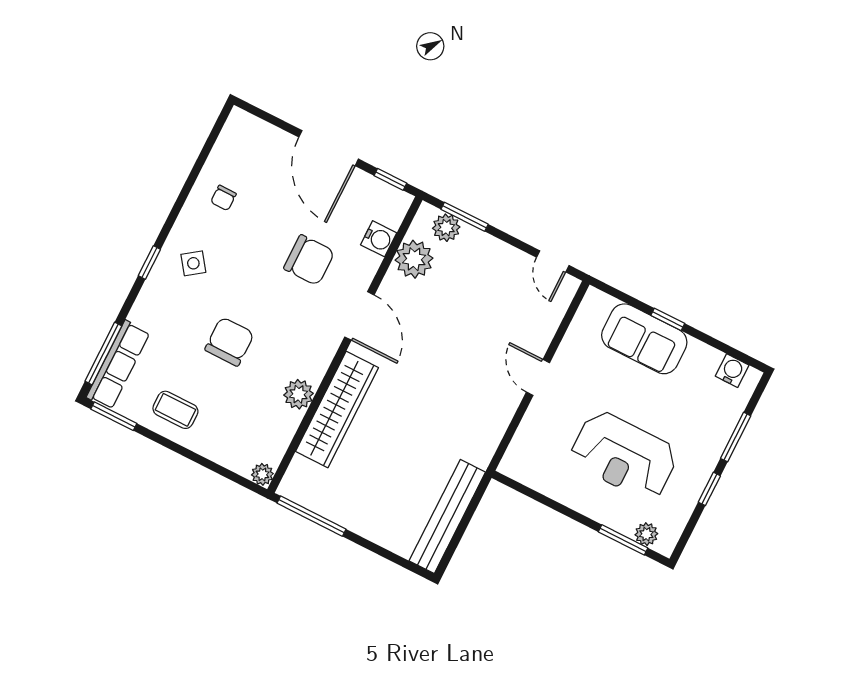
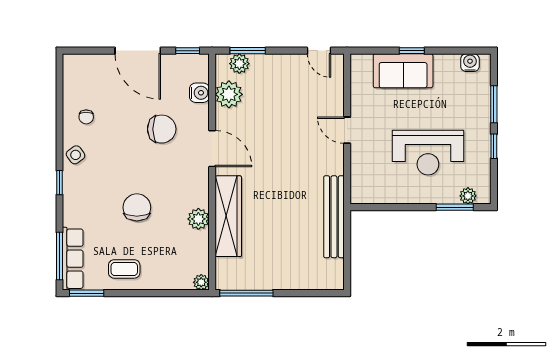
side table: (193, 263) -> (76, 155), moved
bench: (447, 516) -> (334, 217), moved

